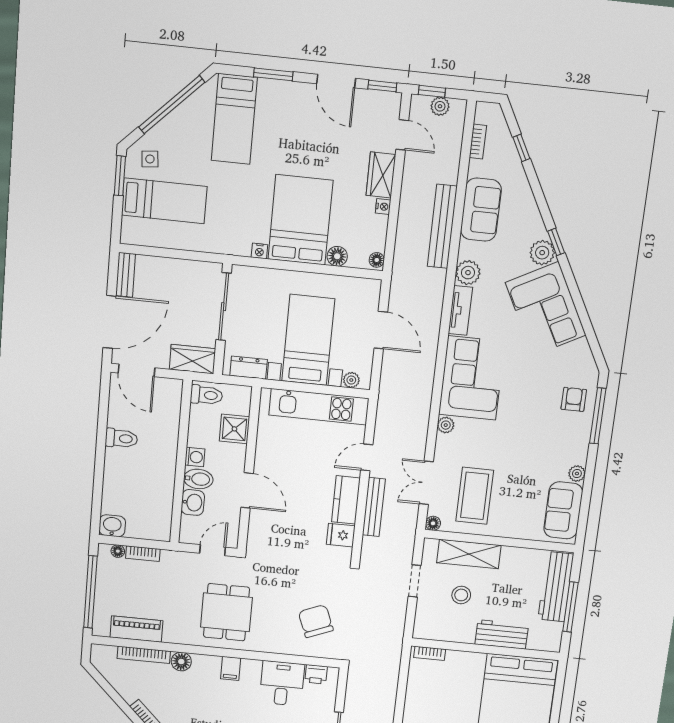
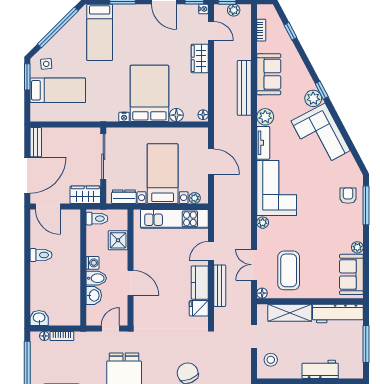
nightstand: (383, 207) -> (203, 9), moved
workbench: (556, 587) -> (338, 314), moved, turned -90
stool: (461, 595) -> (271, 360), moved

